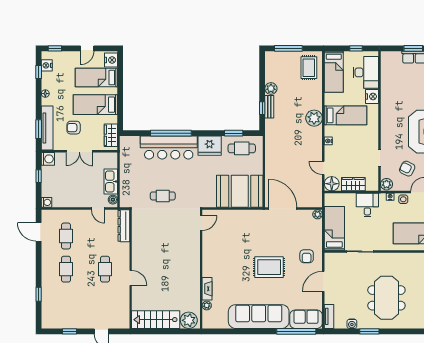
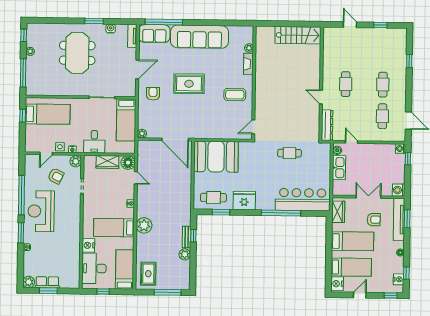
bar counter: (169, 147) -> (303, 200), moved
window: (39, 176) -> (408, 159), moved
coffee table: (221, 256) -> (235, 95), added
door: (131, 278) -> (321, 97), moved
plant: (189, 320) -> (266, 34), removed

